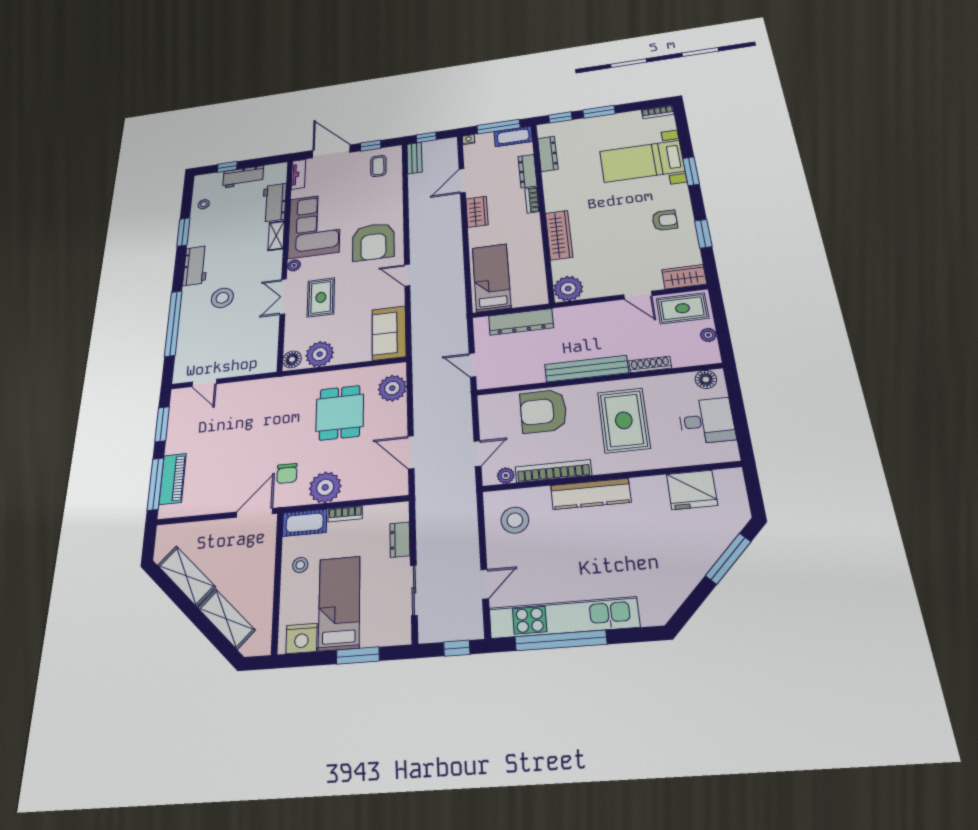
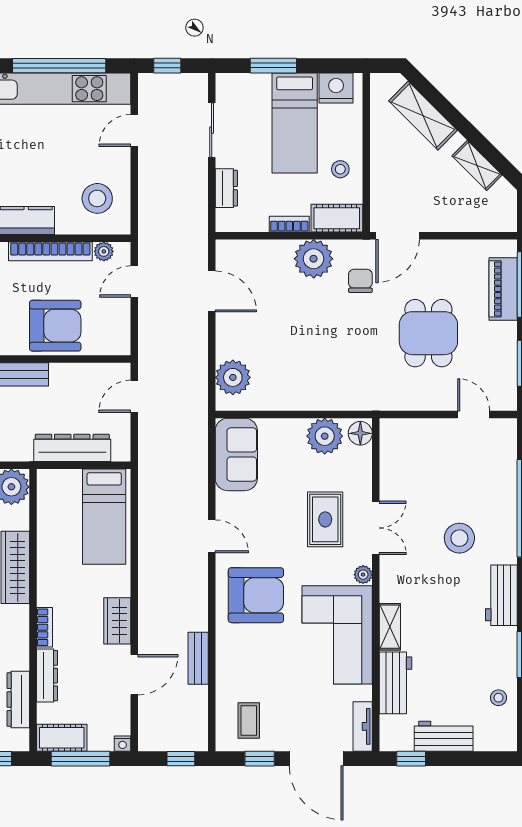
bench: (415, 158) -> (198, 658), moved
window: (227, 167) -> (411, 759), moved
armchair: (373, 242) -> (256, 595), turned 90
door: (472, 365) -> (134, 396), swing flipped
dining table: (340, 413) -> (428, 333), moved
shelving: (186, 576) -> (477, 165), width x0.67, depth x0.75

